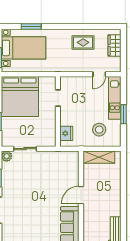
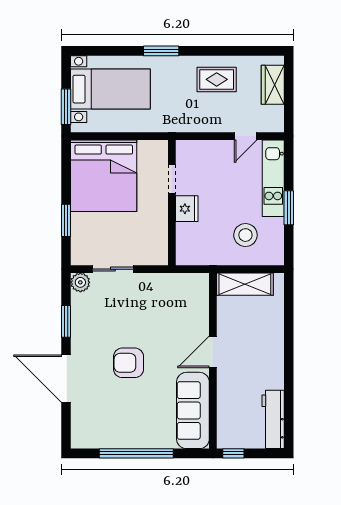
window: (31, 26) -> (161, 51), moved
fridge: (66, 133) -> (187, 209), moved
armchair: (34, 201) -> (129, 363), added

